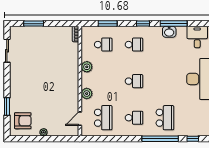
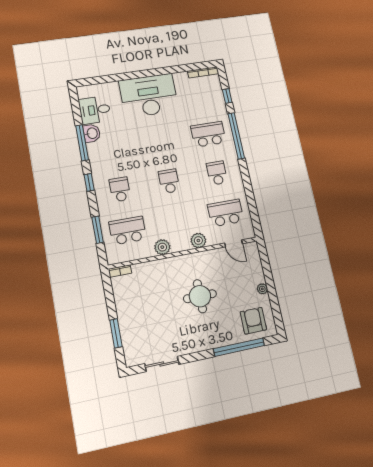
washbasin: (169, 32) -> (92, 133), moved
school desk: (103, 45) -> (128, 231), width x1.85
round table: (47, 86) -> (200, 296), added
window: (7, 106) -> (239, 347), width x2.11

